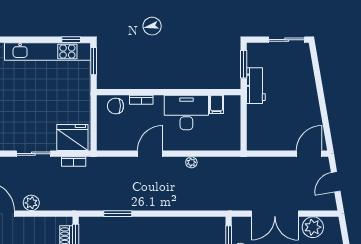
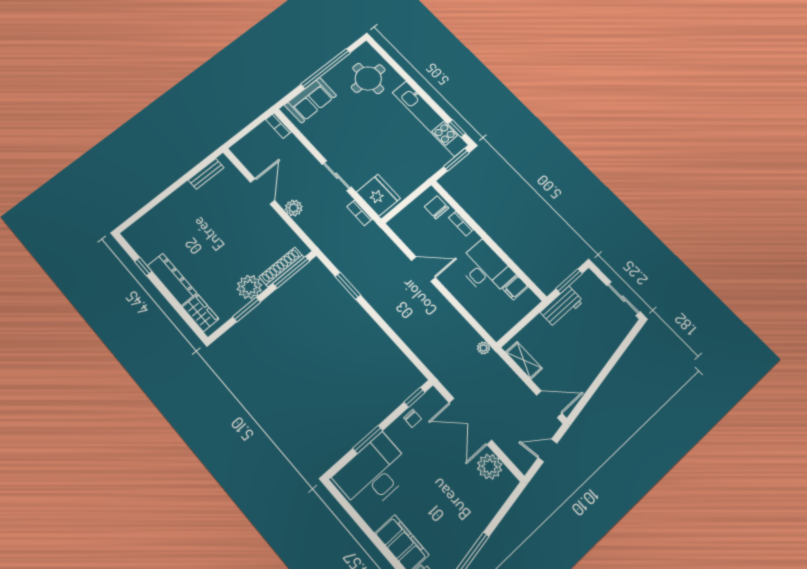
shelving: (268, 144) -> (524, 360), added
plant: (191, 162) -> (483, 348), moved

